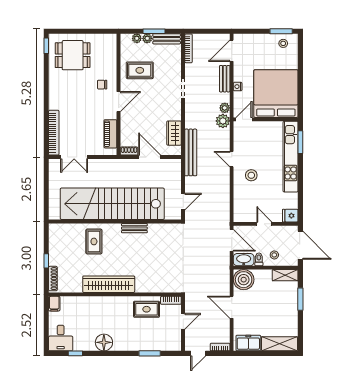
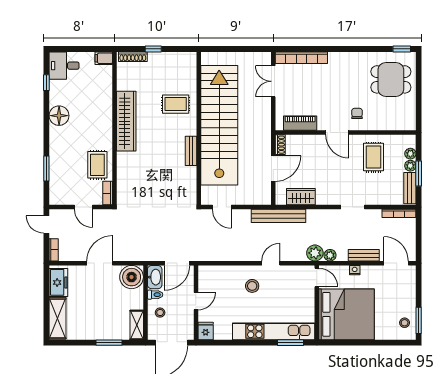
dining table: (73, 55) -> (391, 79), turned 90

